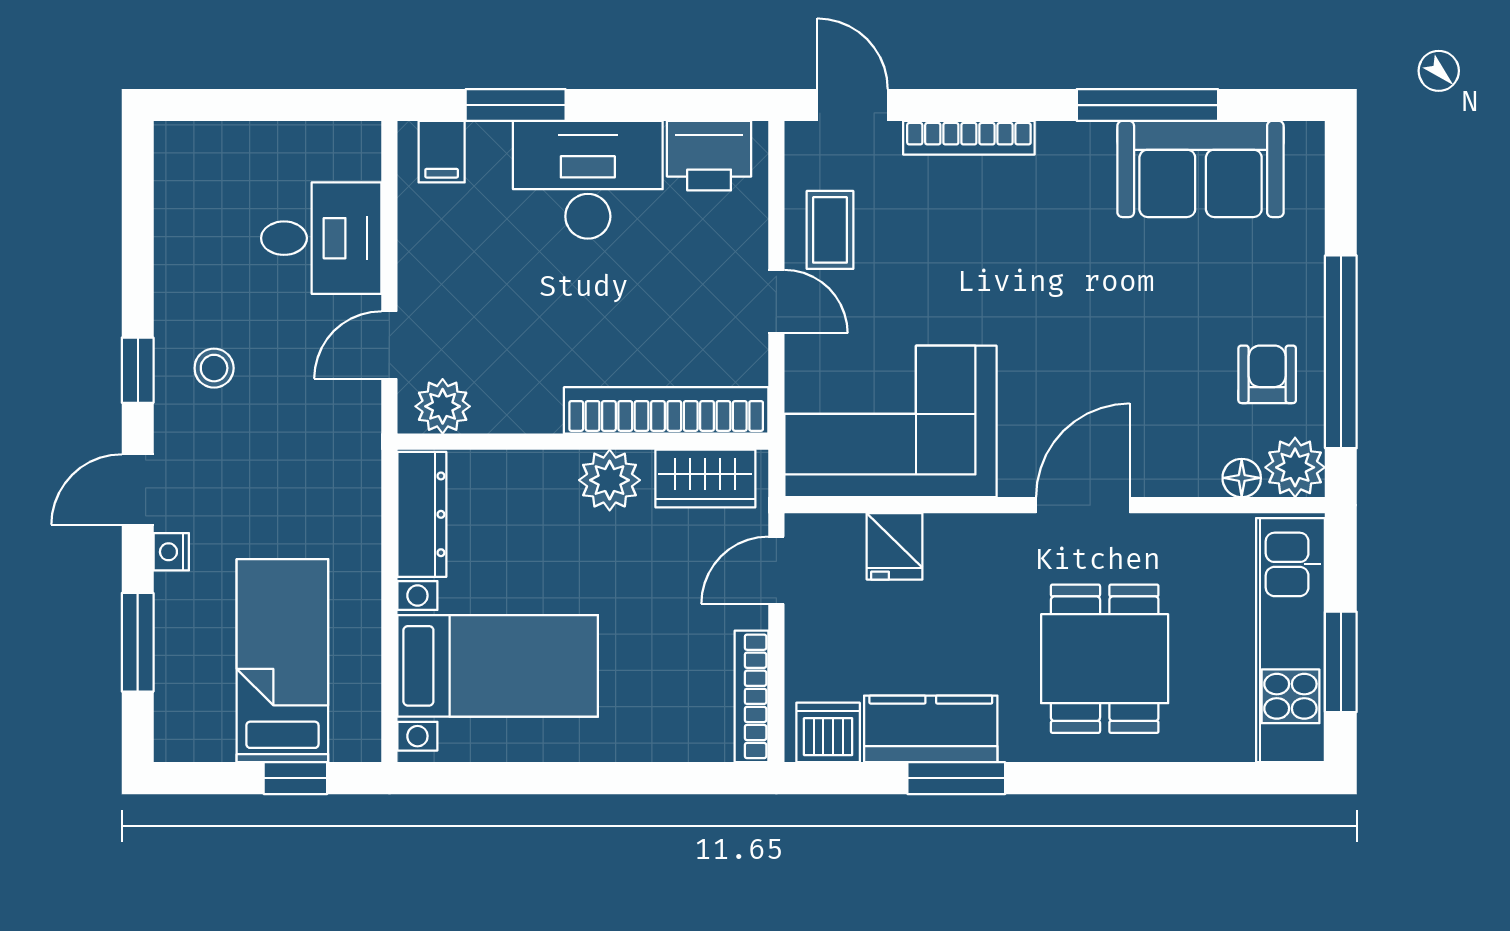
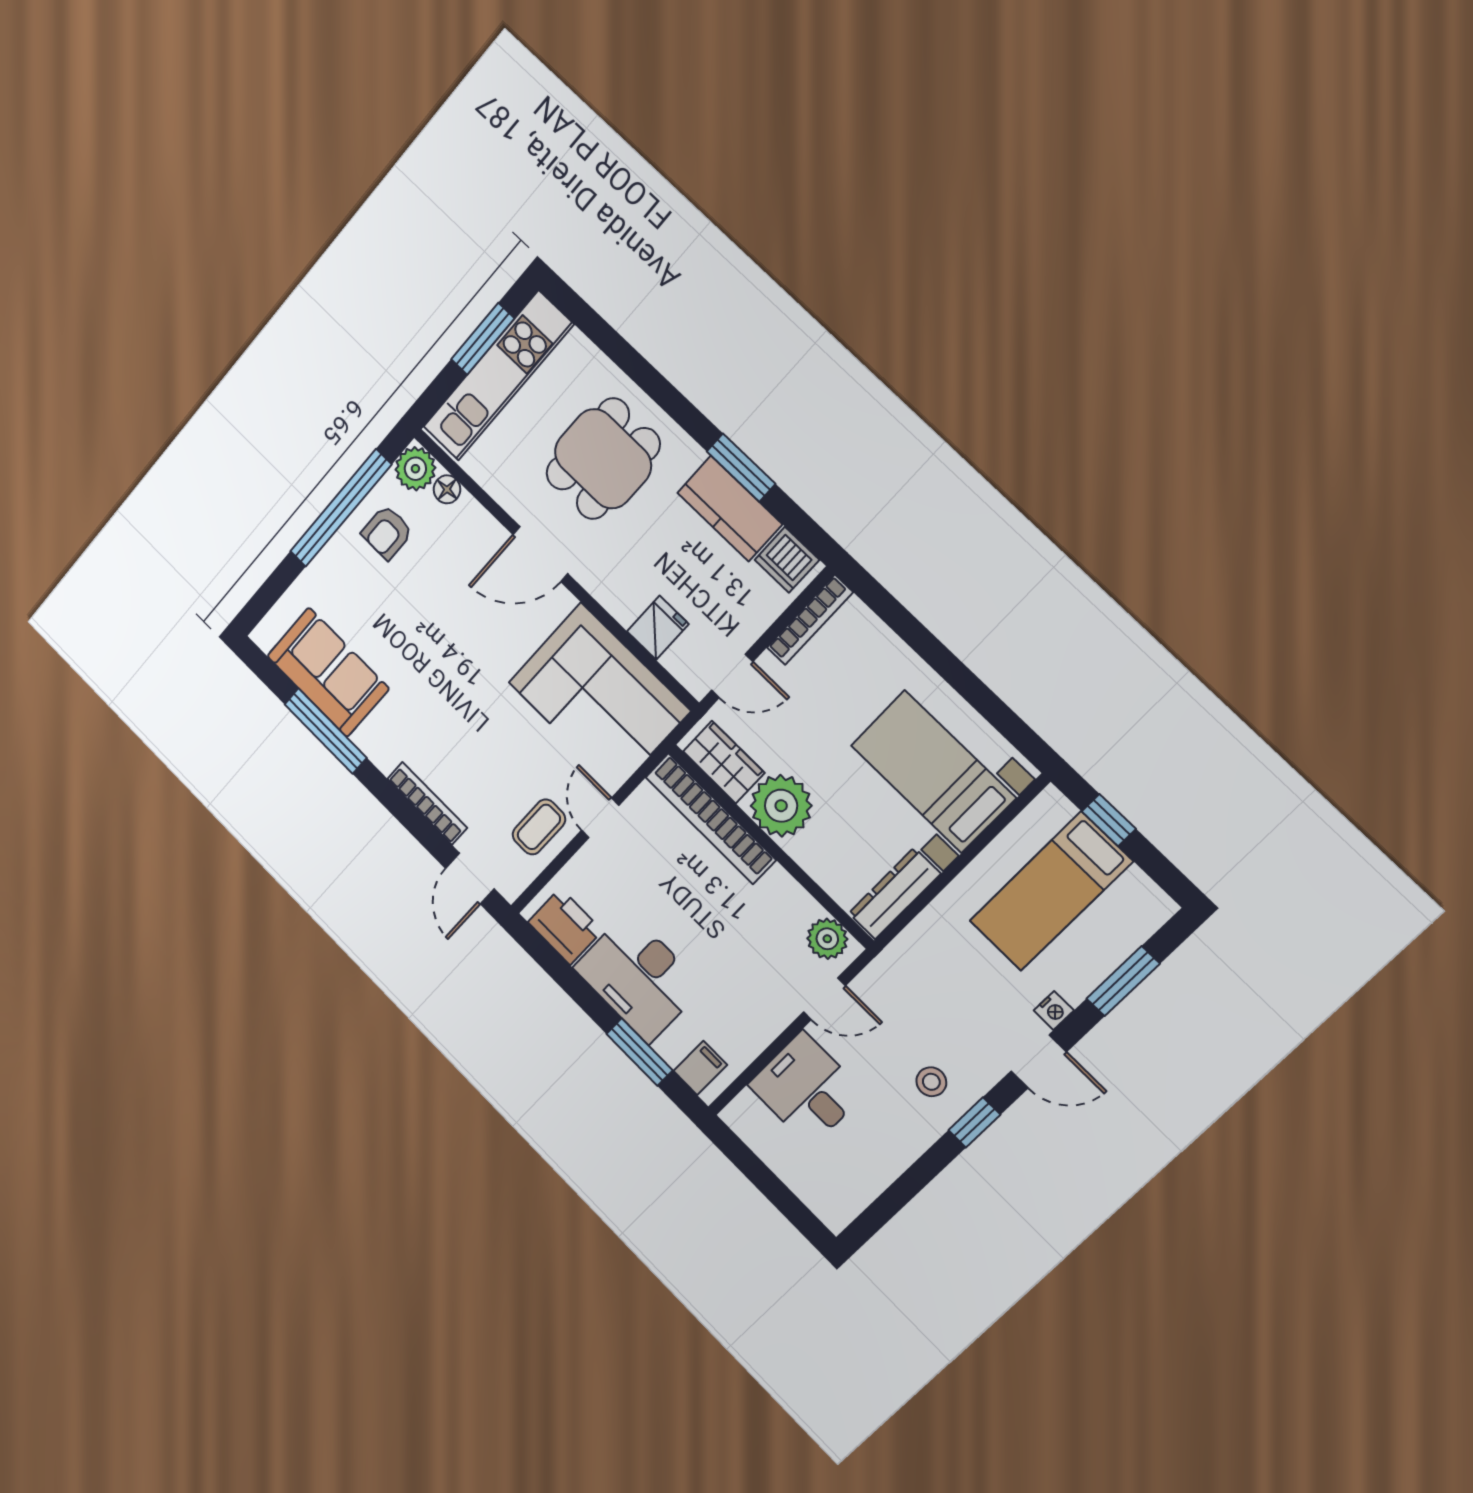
plant: (610, 480) -> (781, 806), width x1.36, depth x1.36

